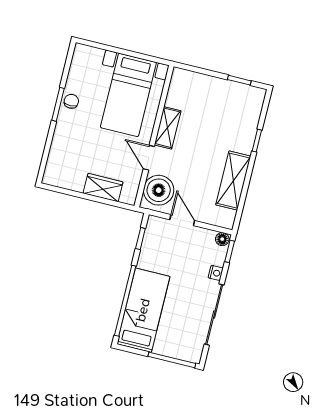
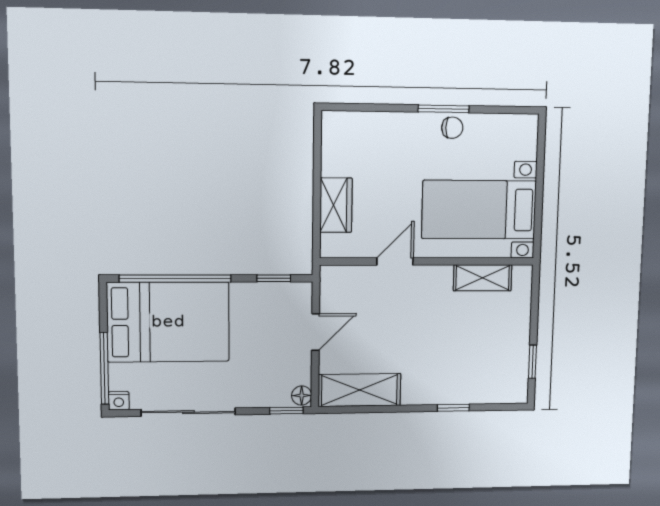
shelving: (168, 128) -> (483, 278), moved
shelving: (233, 181) -> (359, 390), moved
boiler: (159, 190) -> (351, 287), removed
nightstand: (216, 273) -> (119, 401), moved
bed: (143, 310) -> (168, 322), width x1.50

